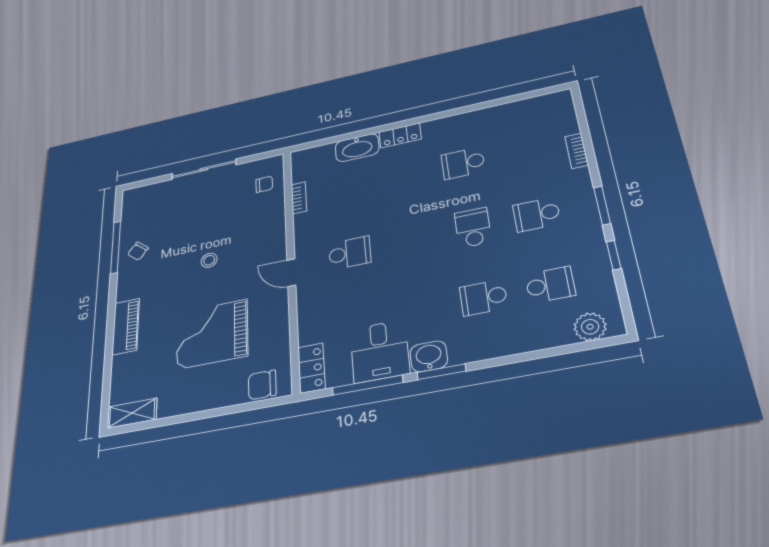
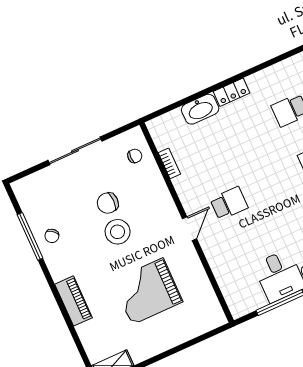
stool: (209, 260) -> (118, 232), width x1.89, depth x1.89
door: (291, 273) -> (189, 229), swing flipped
locker: (311, 368) -> (235, 300), removed
chair: (262, 385) -> (108, 203), moved

